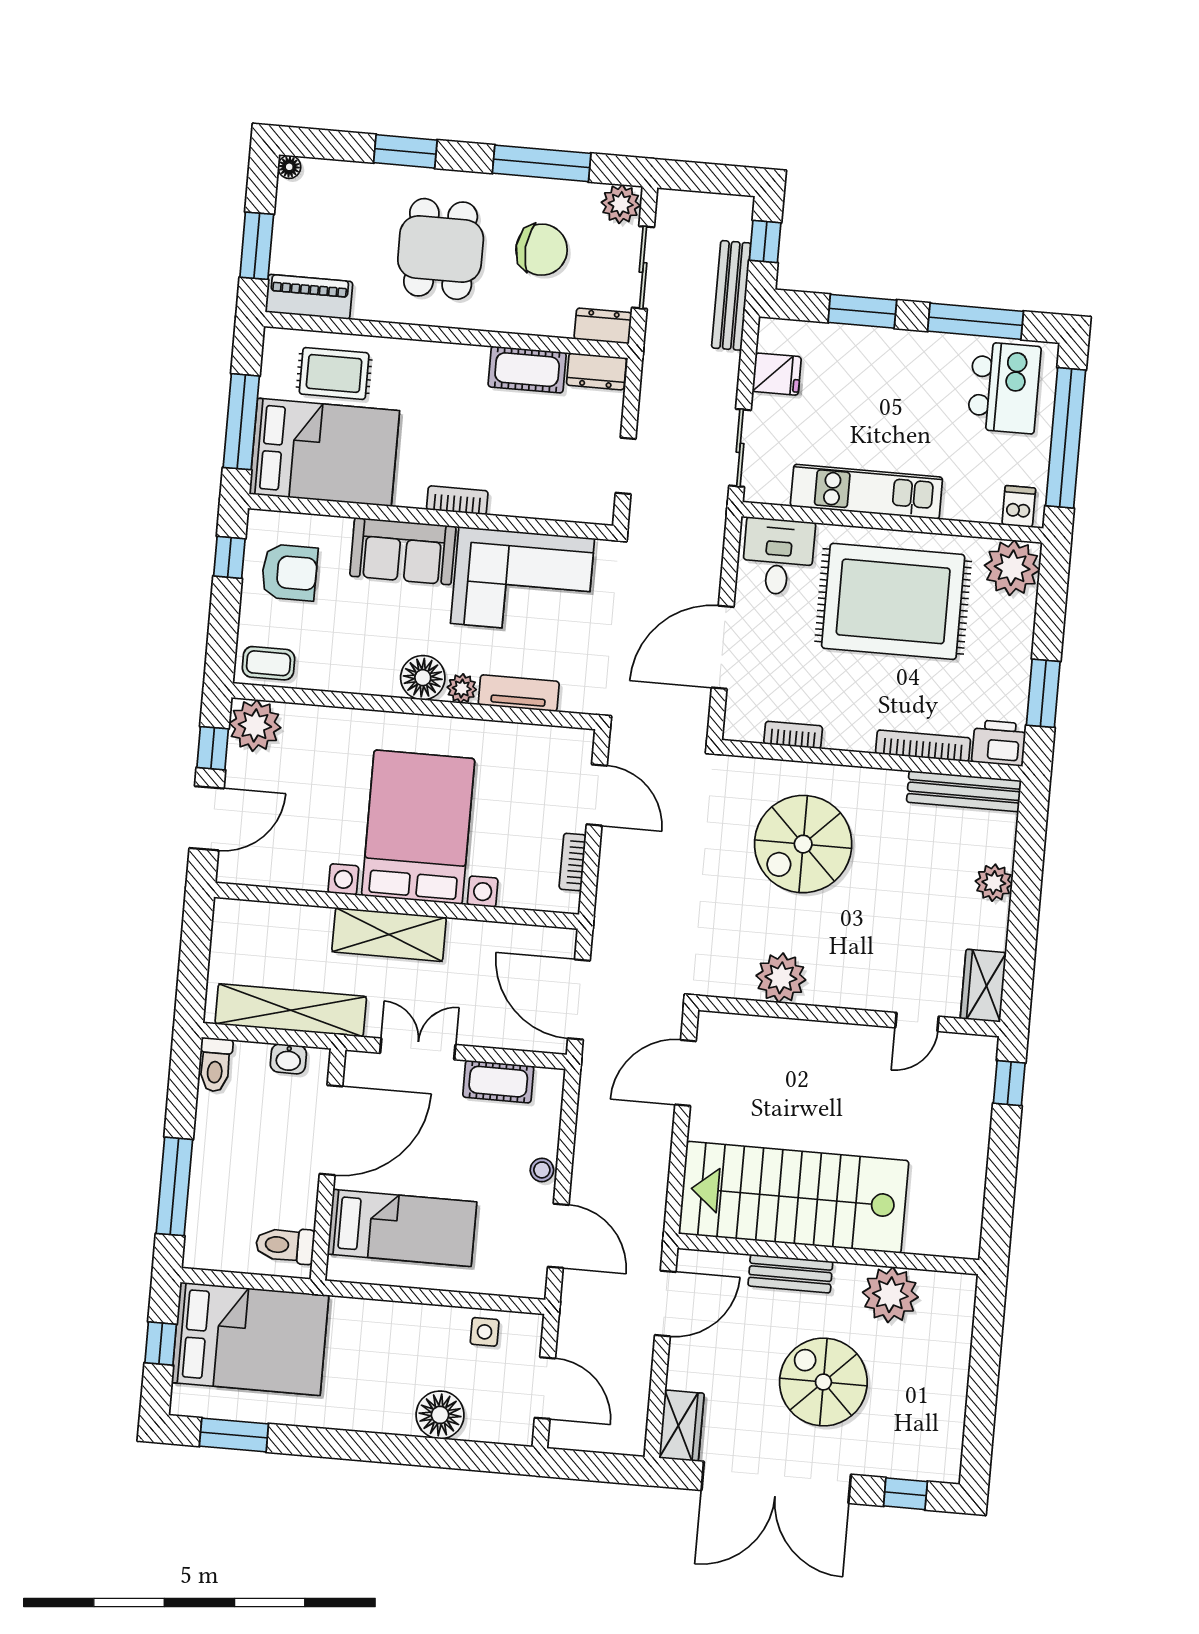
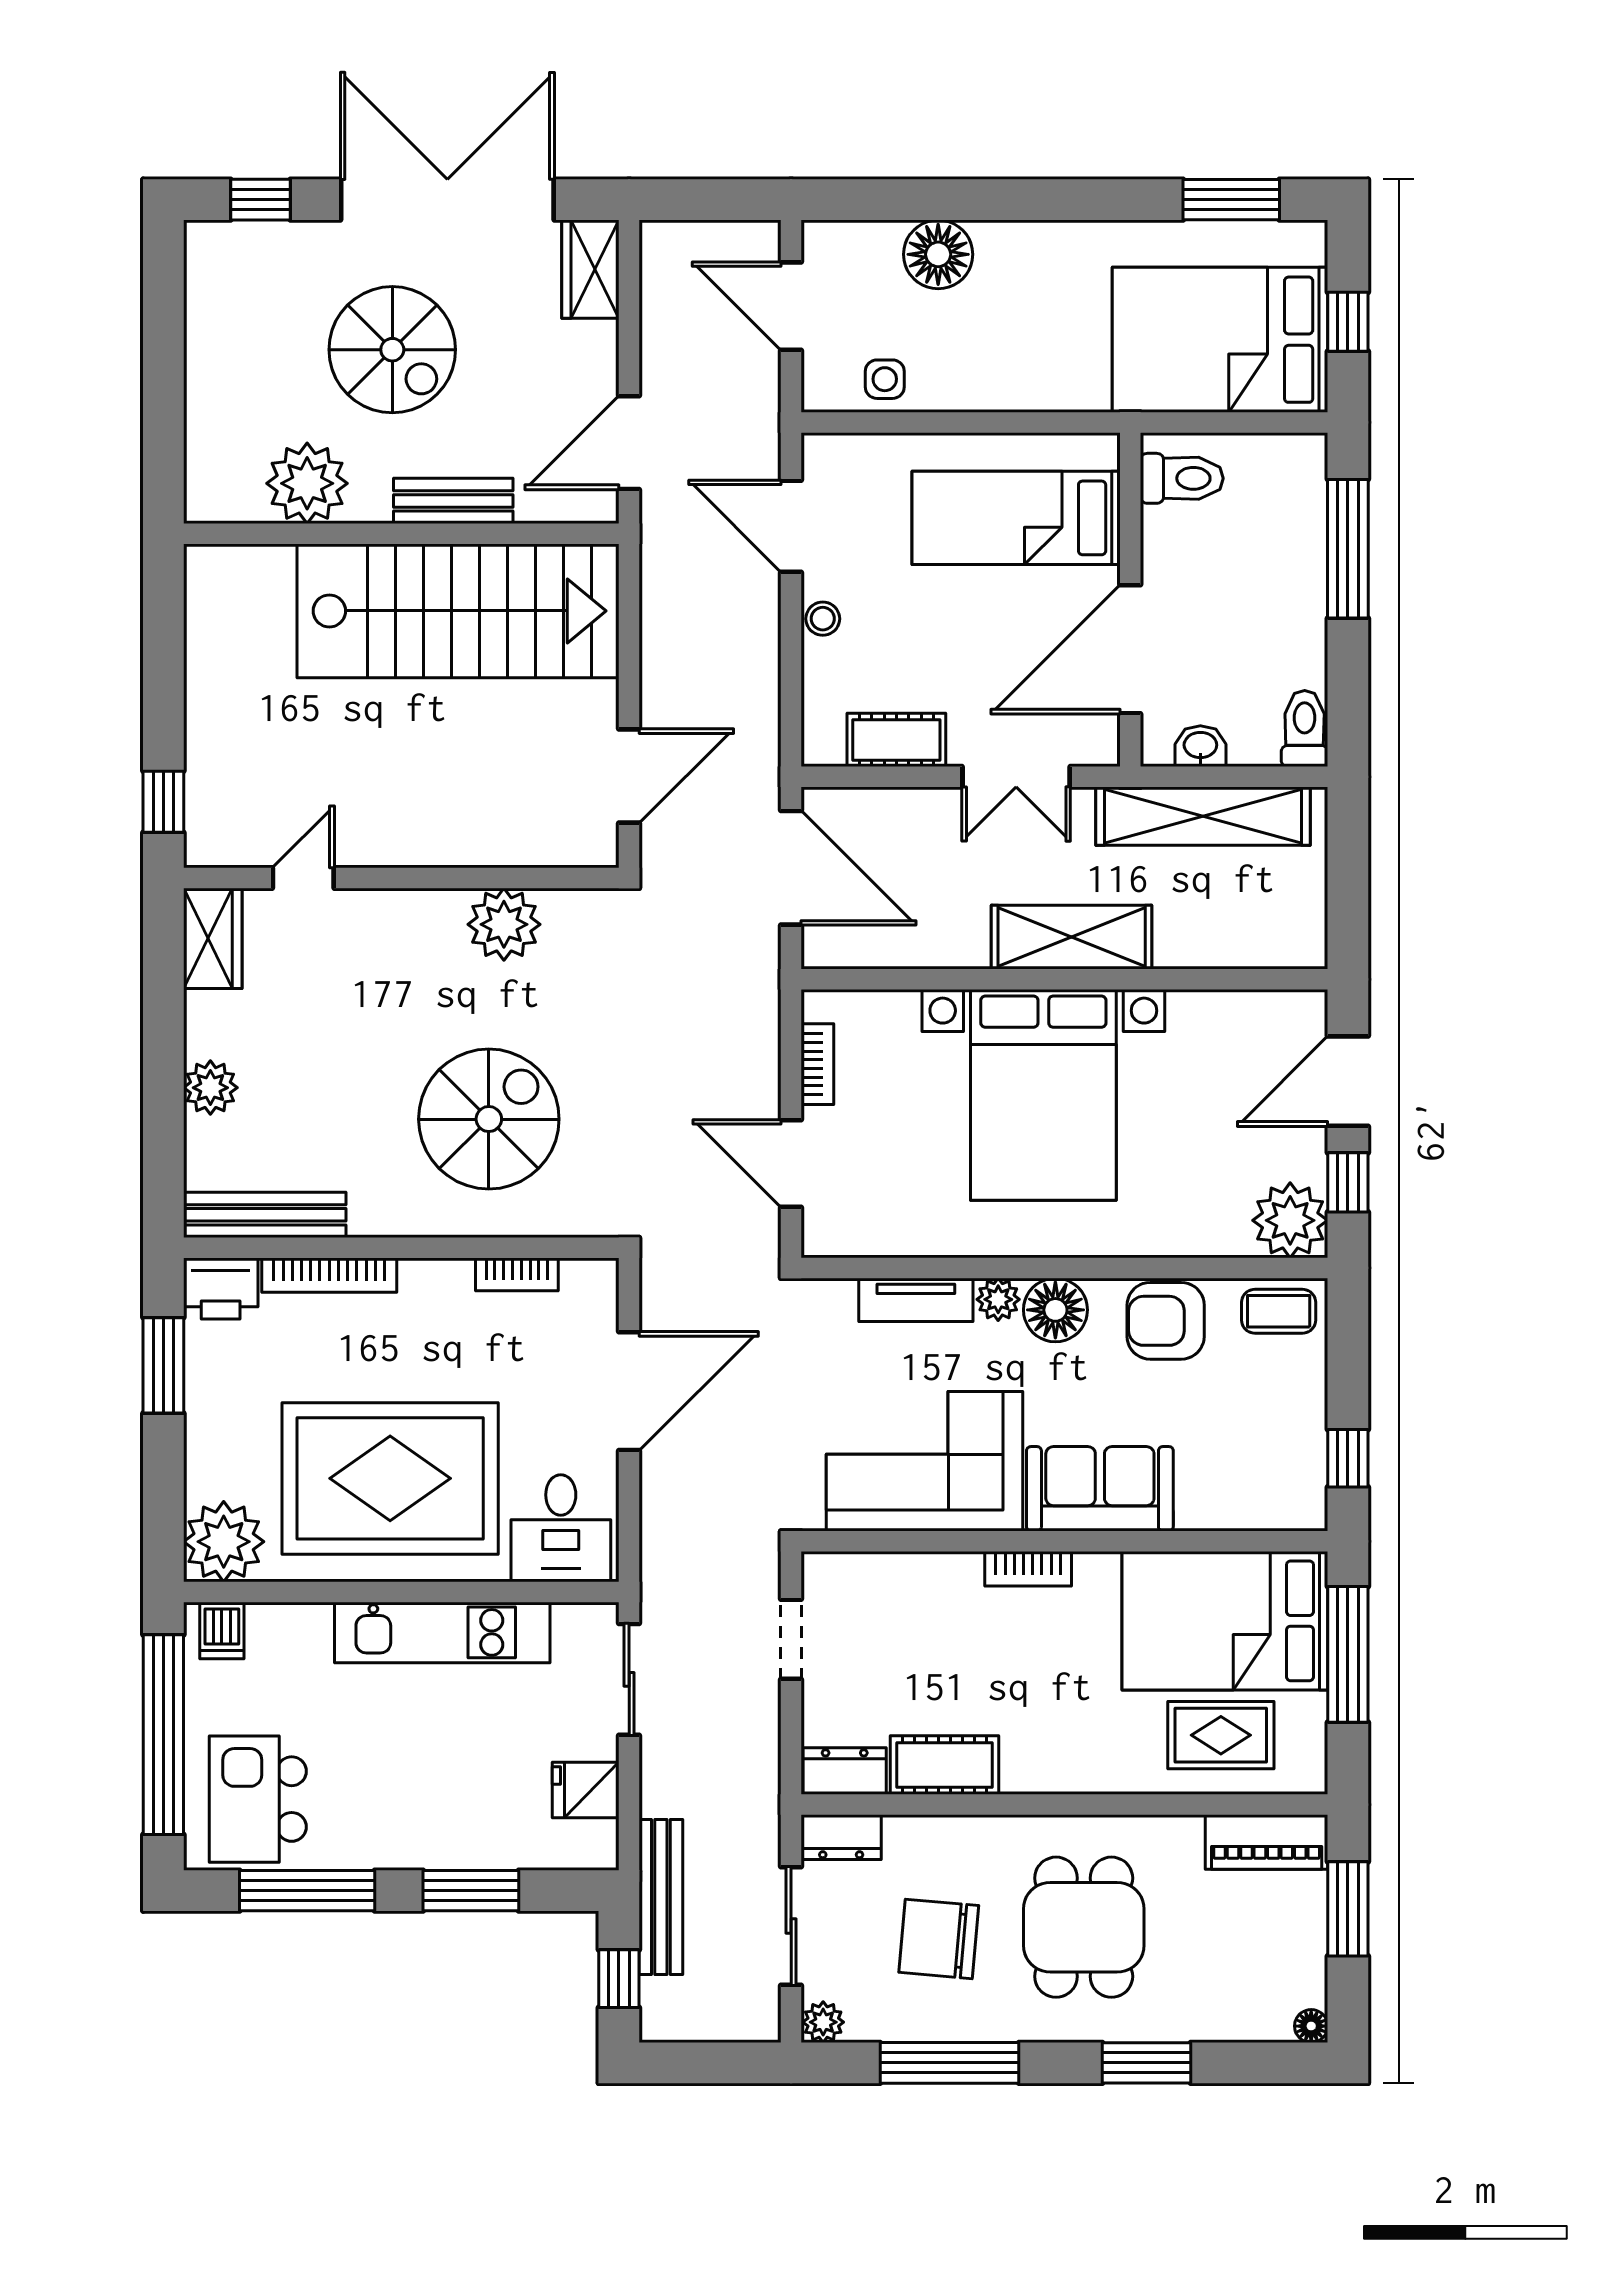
plant: (621, 204) -> (823, 2022), width x0.73, depth x0.73
armchair: (289, 572) -> (1166, 1321), moved

